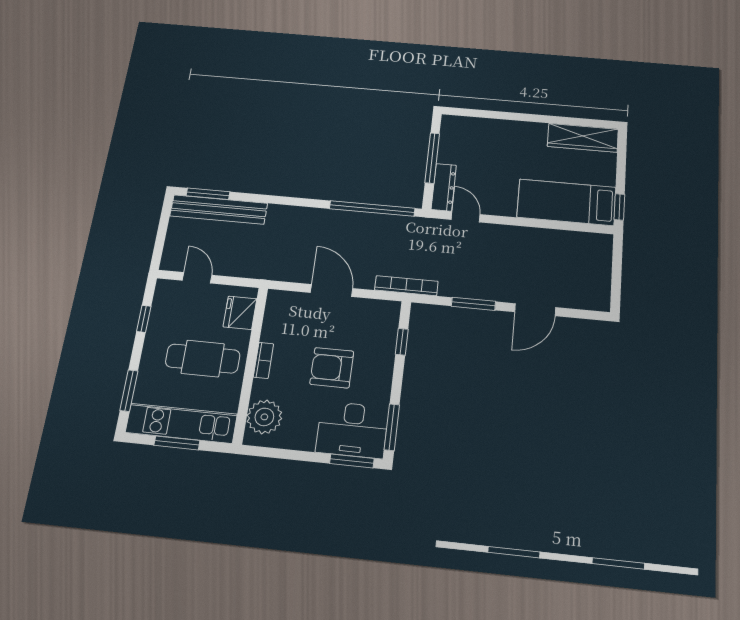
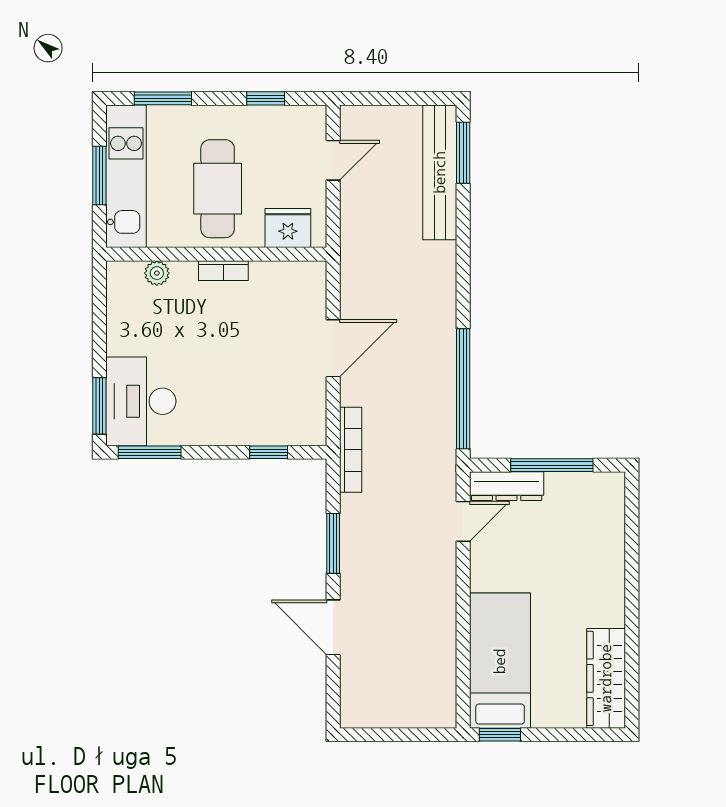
armchair: (332, 368) -> (223, 363), removed
plant: (264, 417) -> (157, 273), width x0.53, depth x0.53

